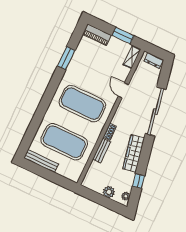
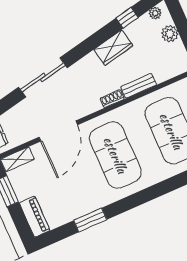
door: (123, 90) -> (58, 131), width x1.88
sliding door: (156, 112) -> (43, 77), width x0.73
wardrobe: (134, 153) -> (113, 48), width x0.67

